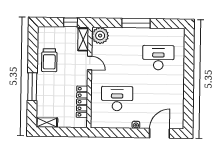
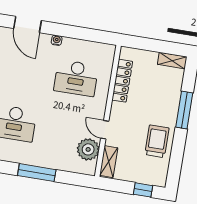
window: (71, 22) -> (143, 190), moved
plant: (100, 36) -> (88, 149), moved
door: (160, 133) -> (28, 25), hinge flipped

